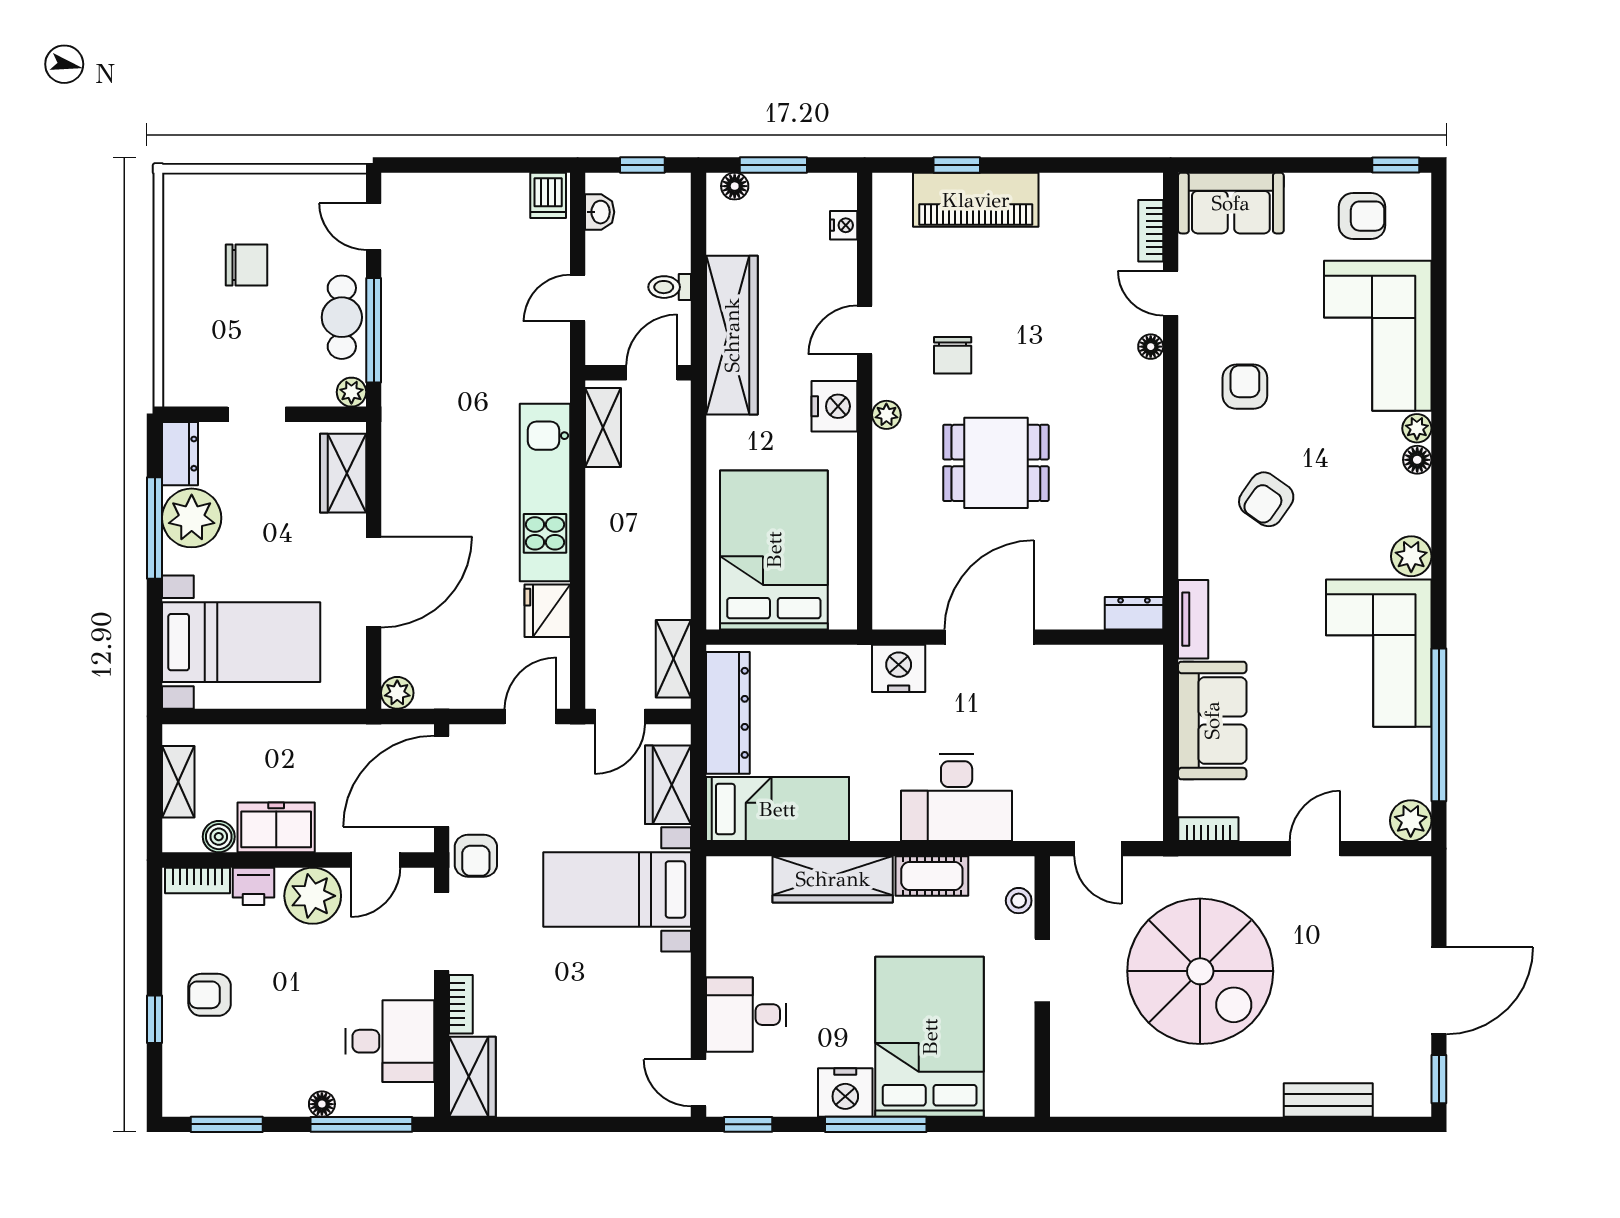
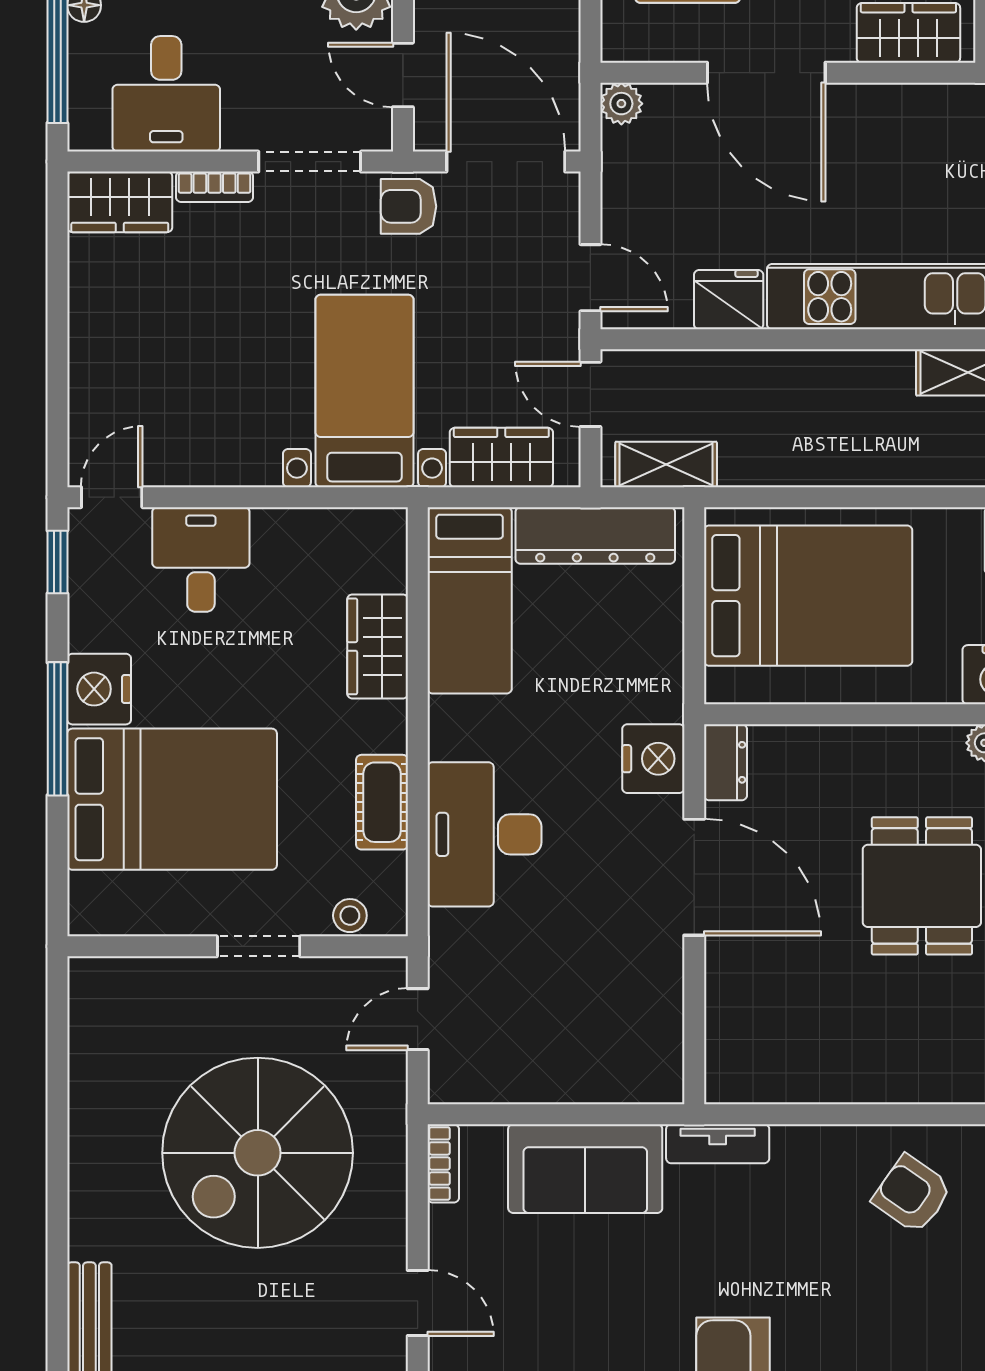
armchair: (1266, 499) -> (912, 1194), moved
dresser: (1134, 613) -> (725, 762), moved
wardrobe: (833, 879) -> (378, 646), width x0.67

